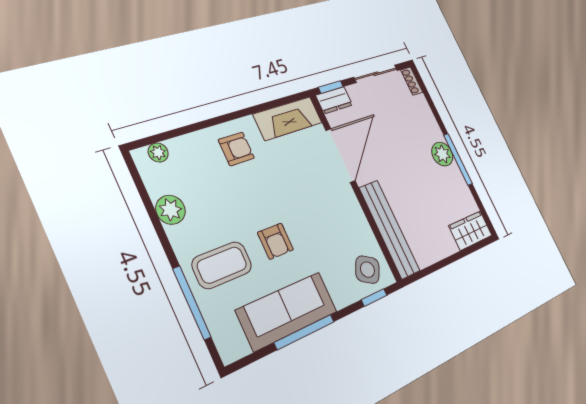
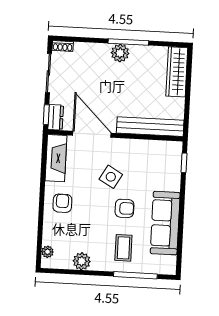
wardrobe: (470, 231) -> (177, 72), width x1.50
coffee table: (222, 265) -> (123, 248), width x0.73, depth x0.77
side table: (367, 270) -> (111, 177), moved
window: (304, 332) -> (181, 219), removed

